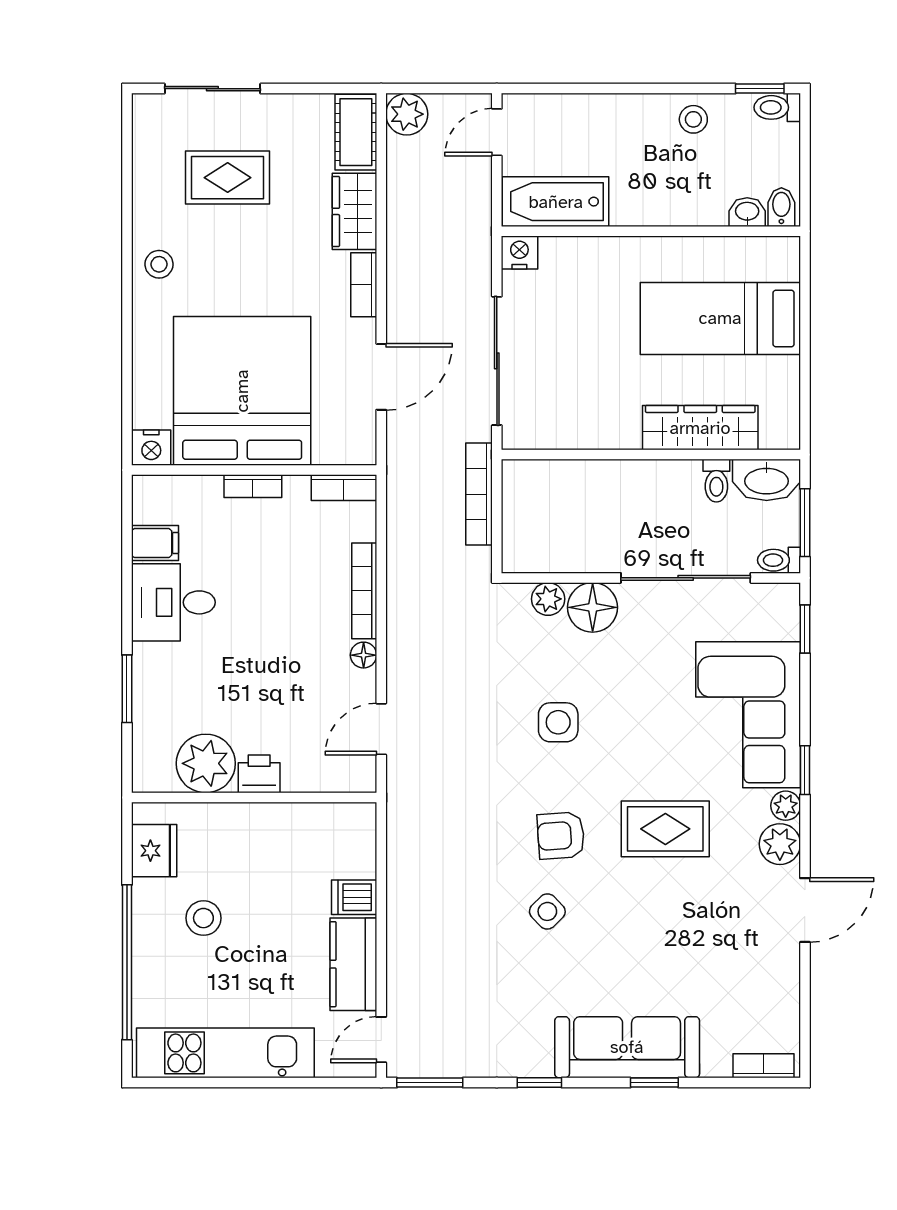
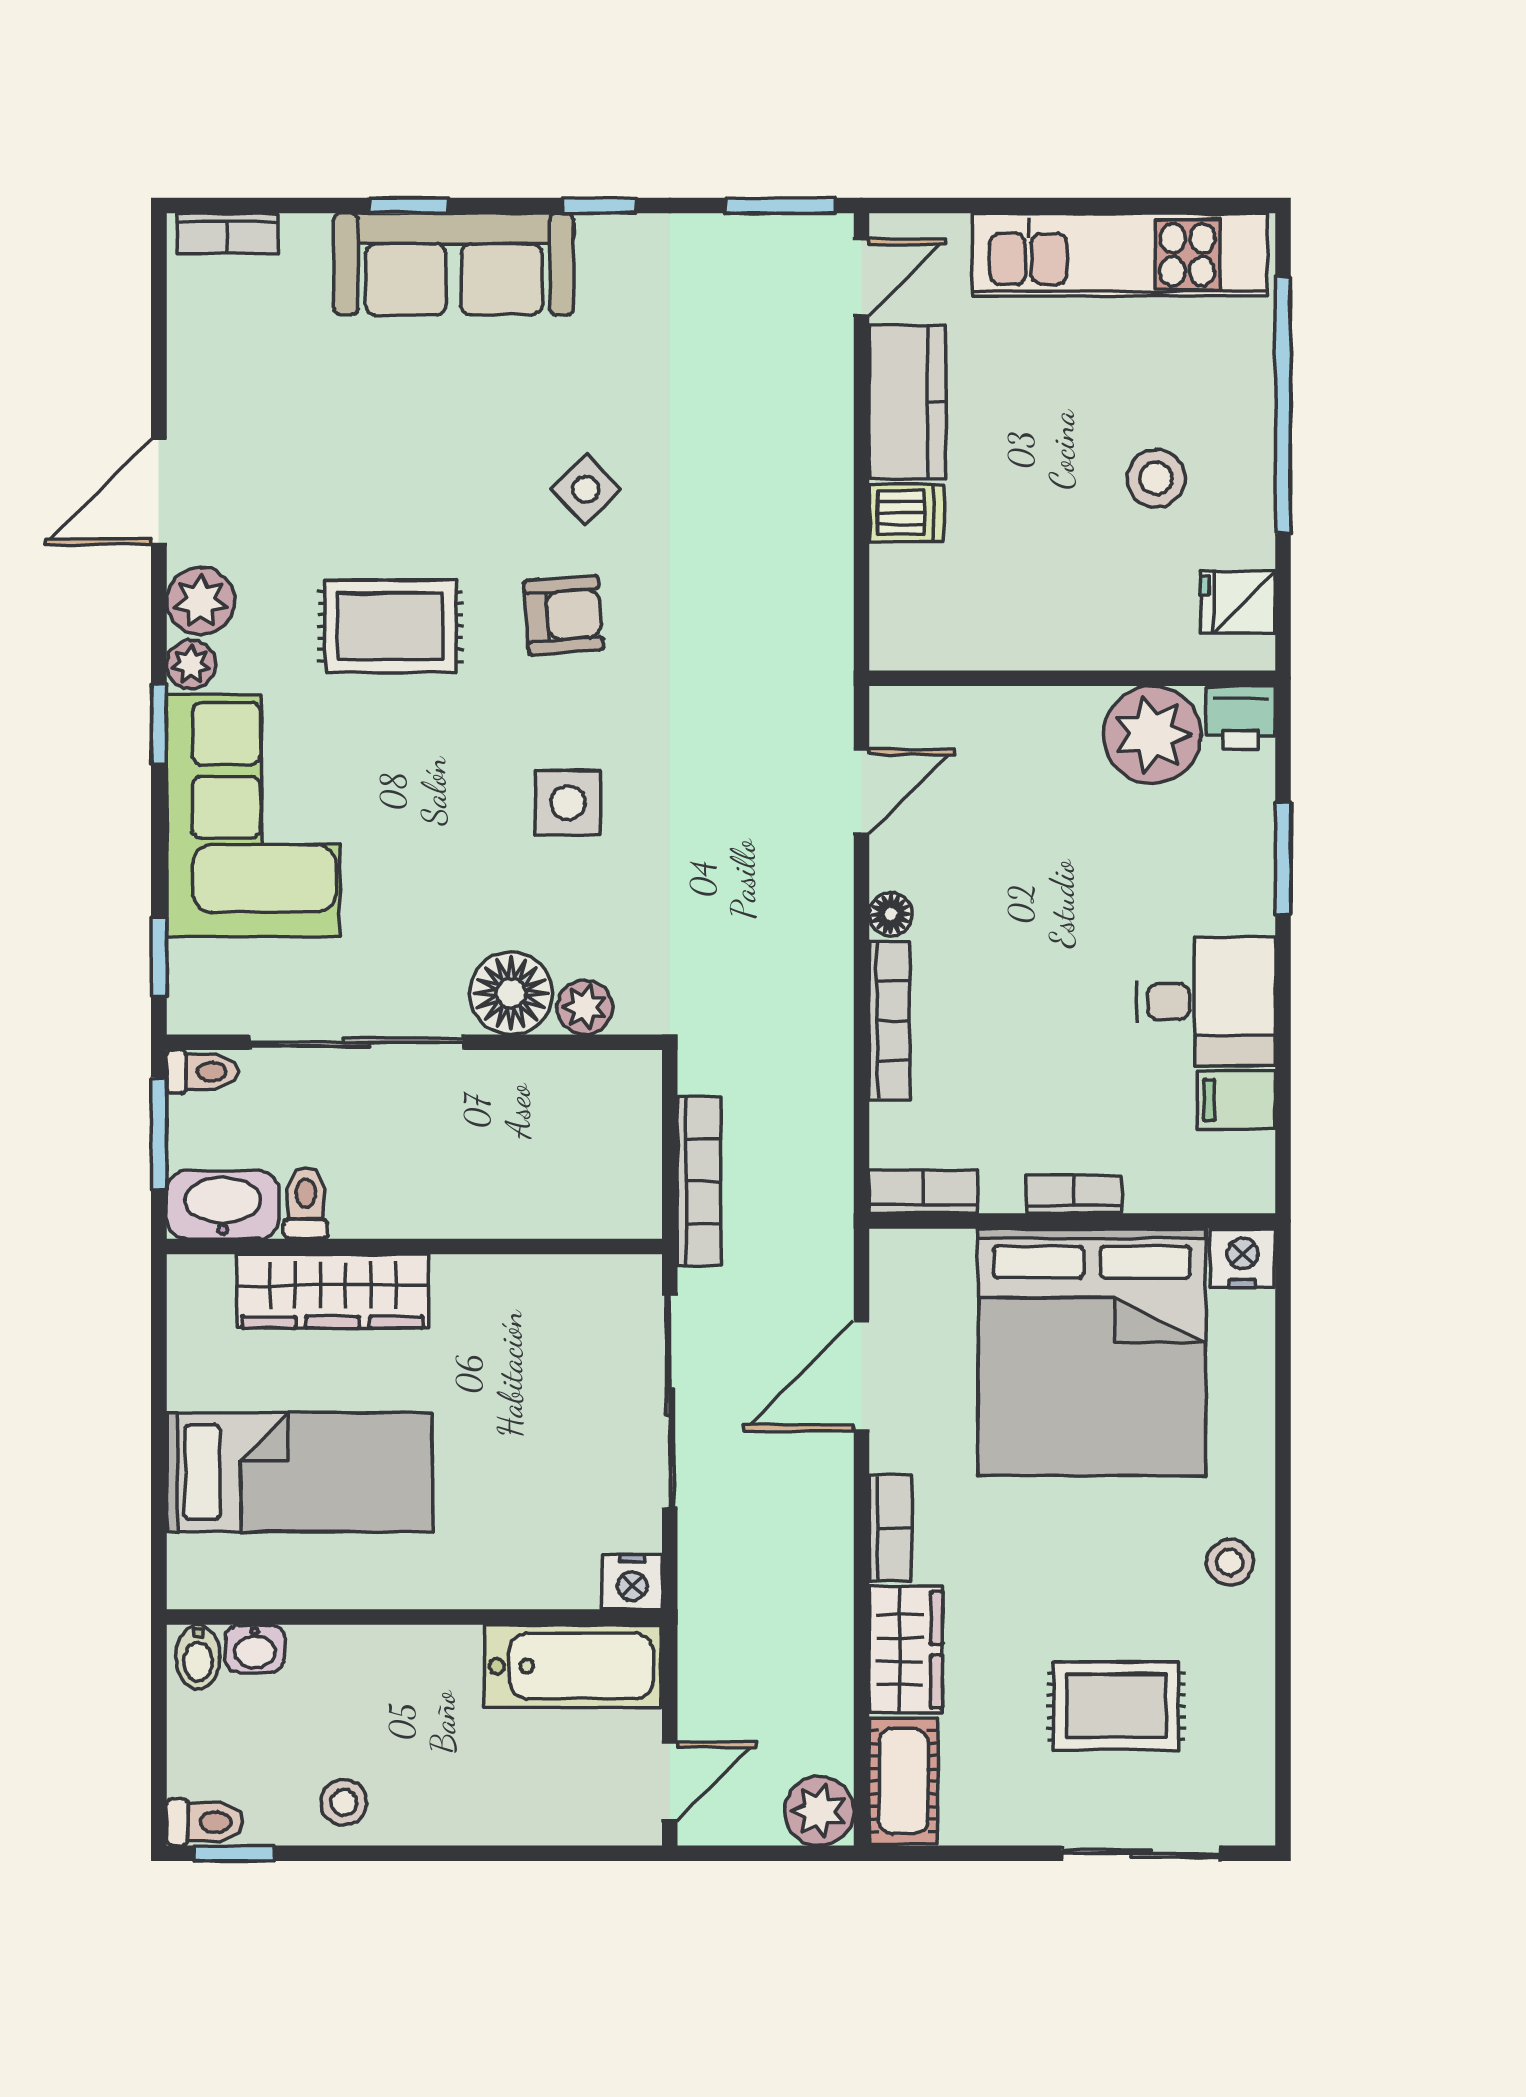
printer: (259, 774) -> (1241, 717), moved
fridge: (154, 851) -> (1238, 602), width x0.72

